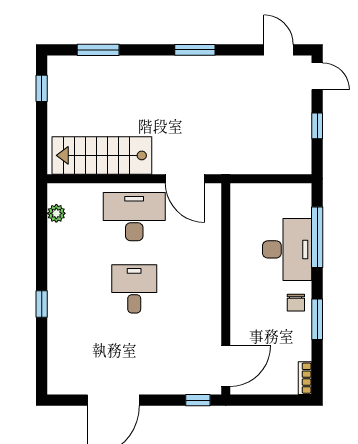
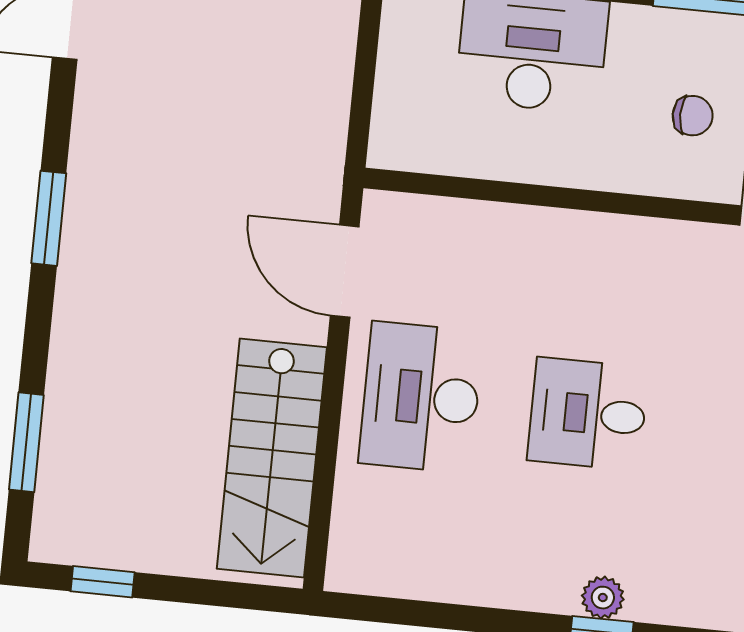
door: (185, 179) -> (345, 271), swing flipped
plant: (56, 213) -> (603, 598), moved
chair: (296, 303) -> (693, 116), moved

